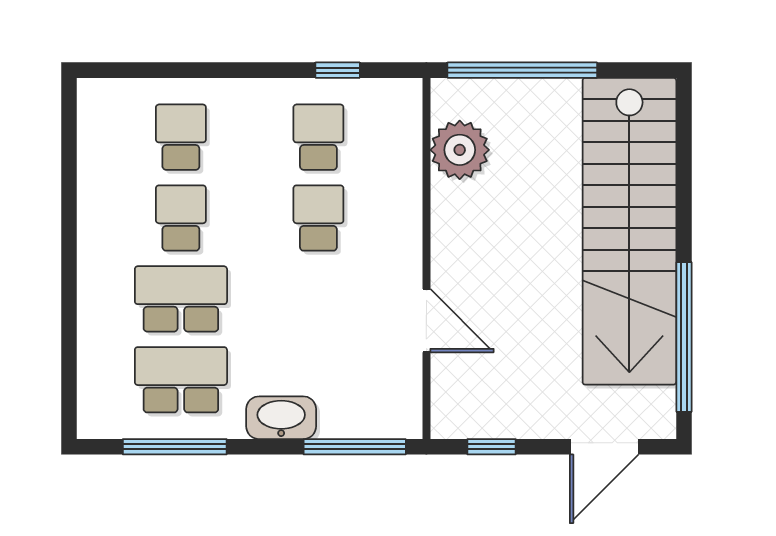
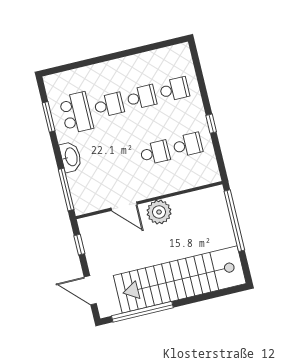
window: (338, 70) -> (211, 124), moved
plant: (460, 150) -> (159, 212), moved
school desk: (181, 299) -> (109, 105), width x0.54
door: (426, 321) -> (124, 206), hinge flipped
window: (175, 447) -> (49, 117), width x0.69

